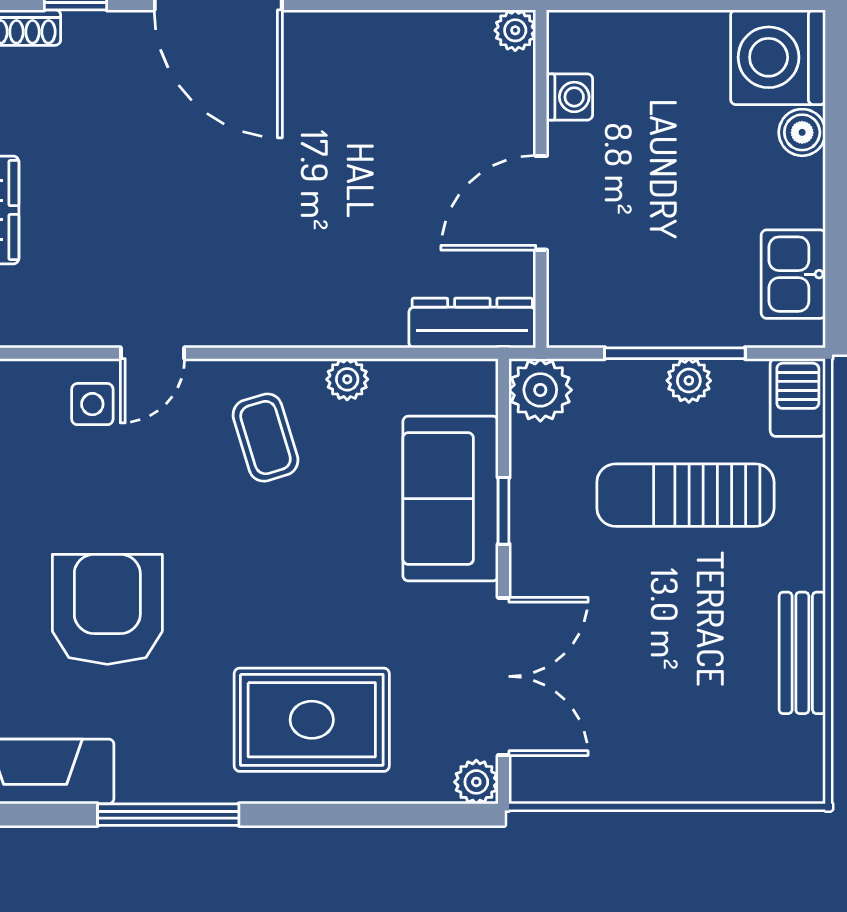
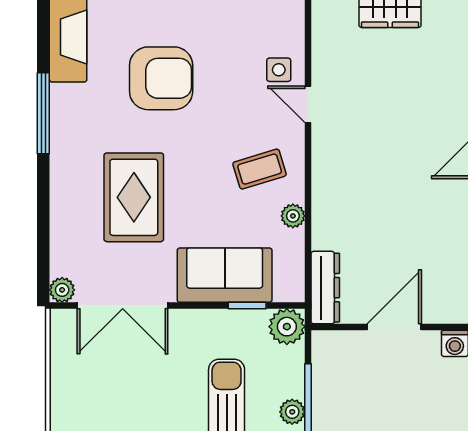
door: (541, 203) -> (394, 327), hinge flipped
window: (504, 511) -> (247, 306), moved
rug: (312, 720) -> (134, 197), moved

